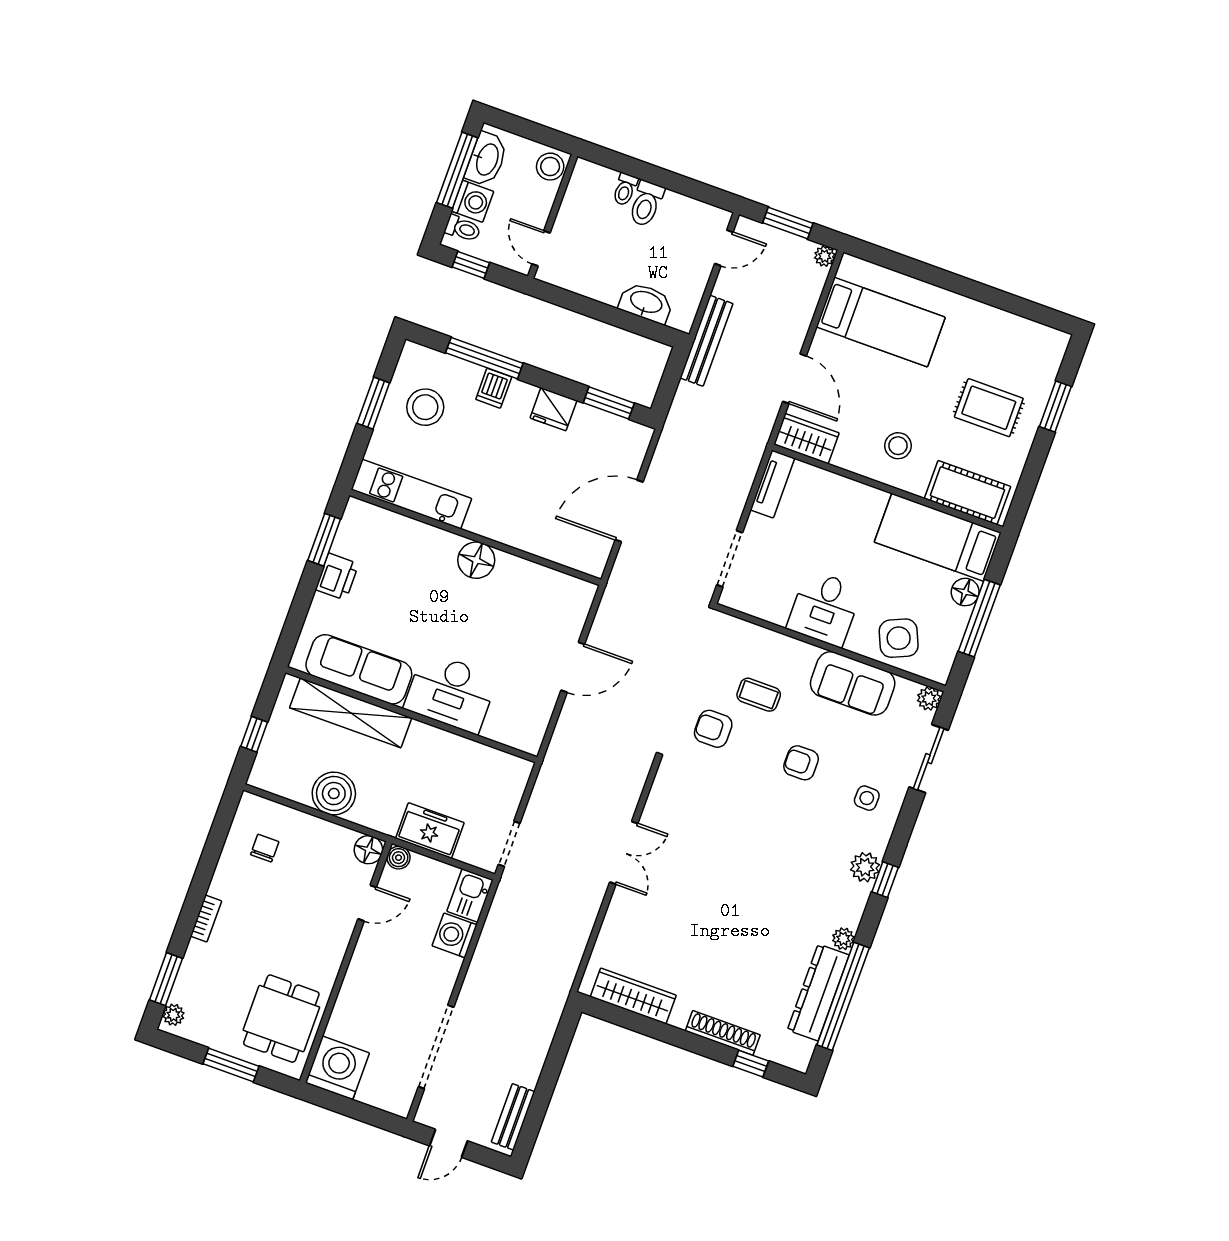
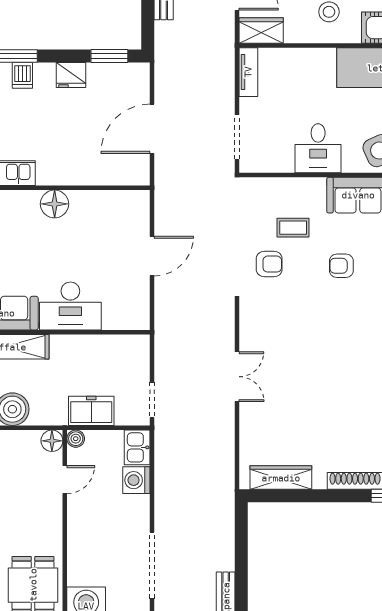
armchair: (713, 729) -> (269, 264), turned 180

